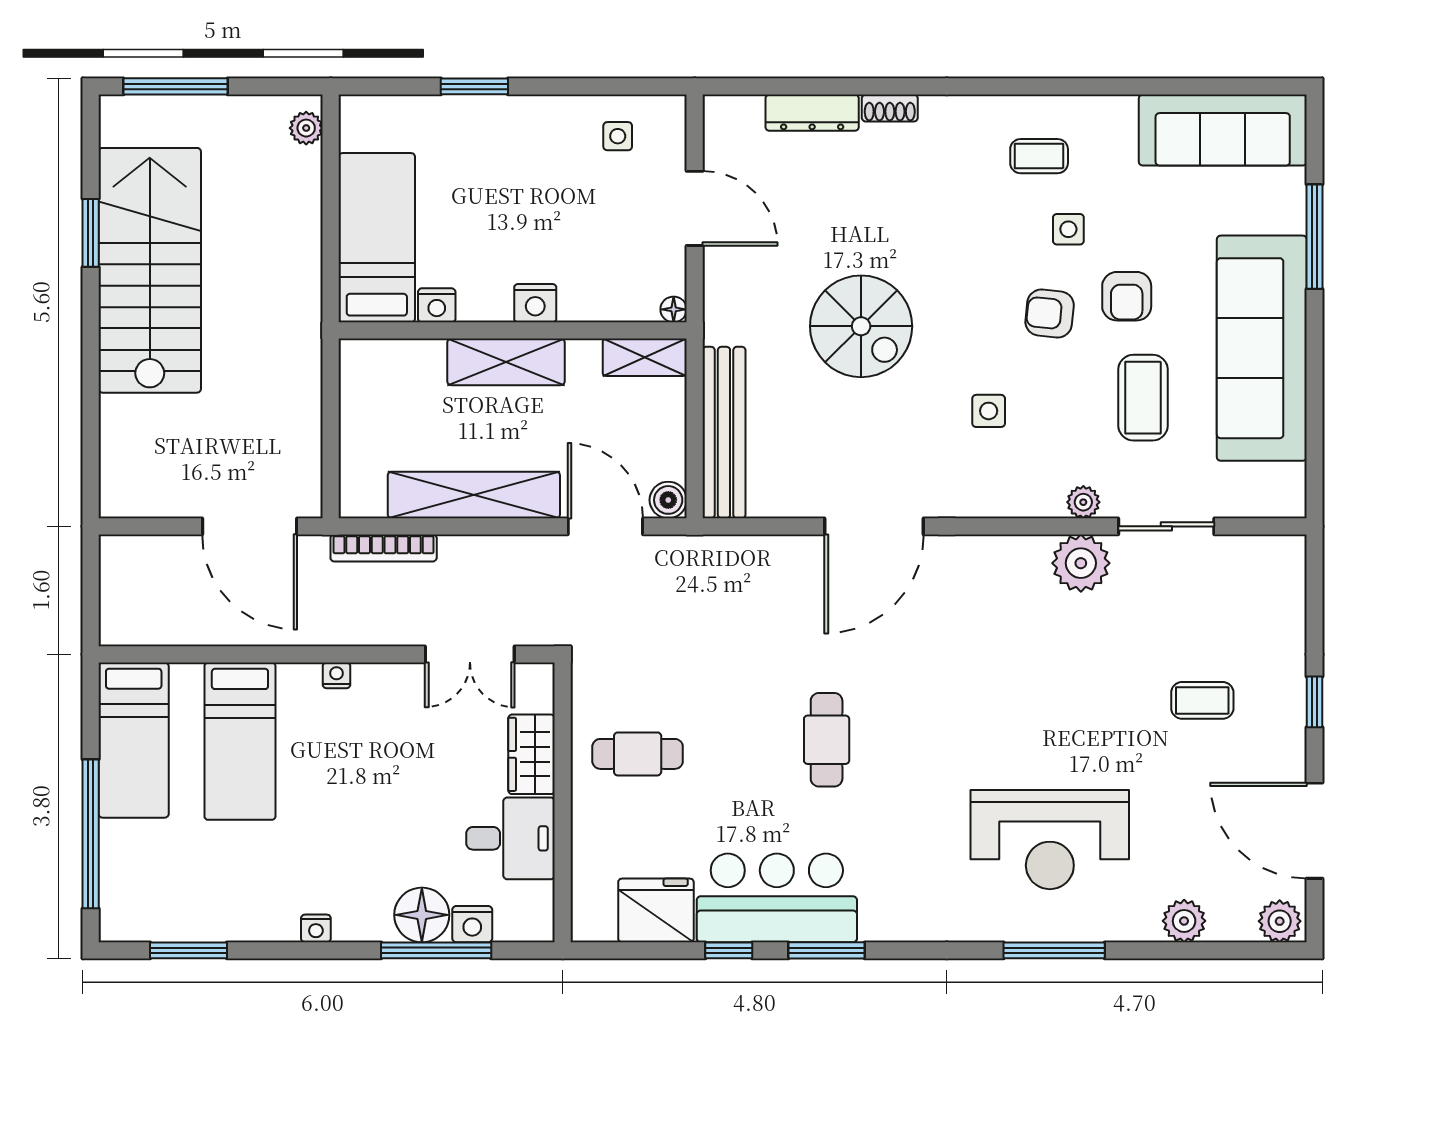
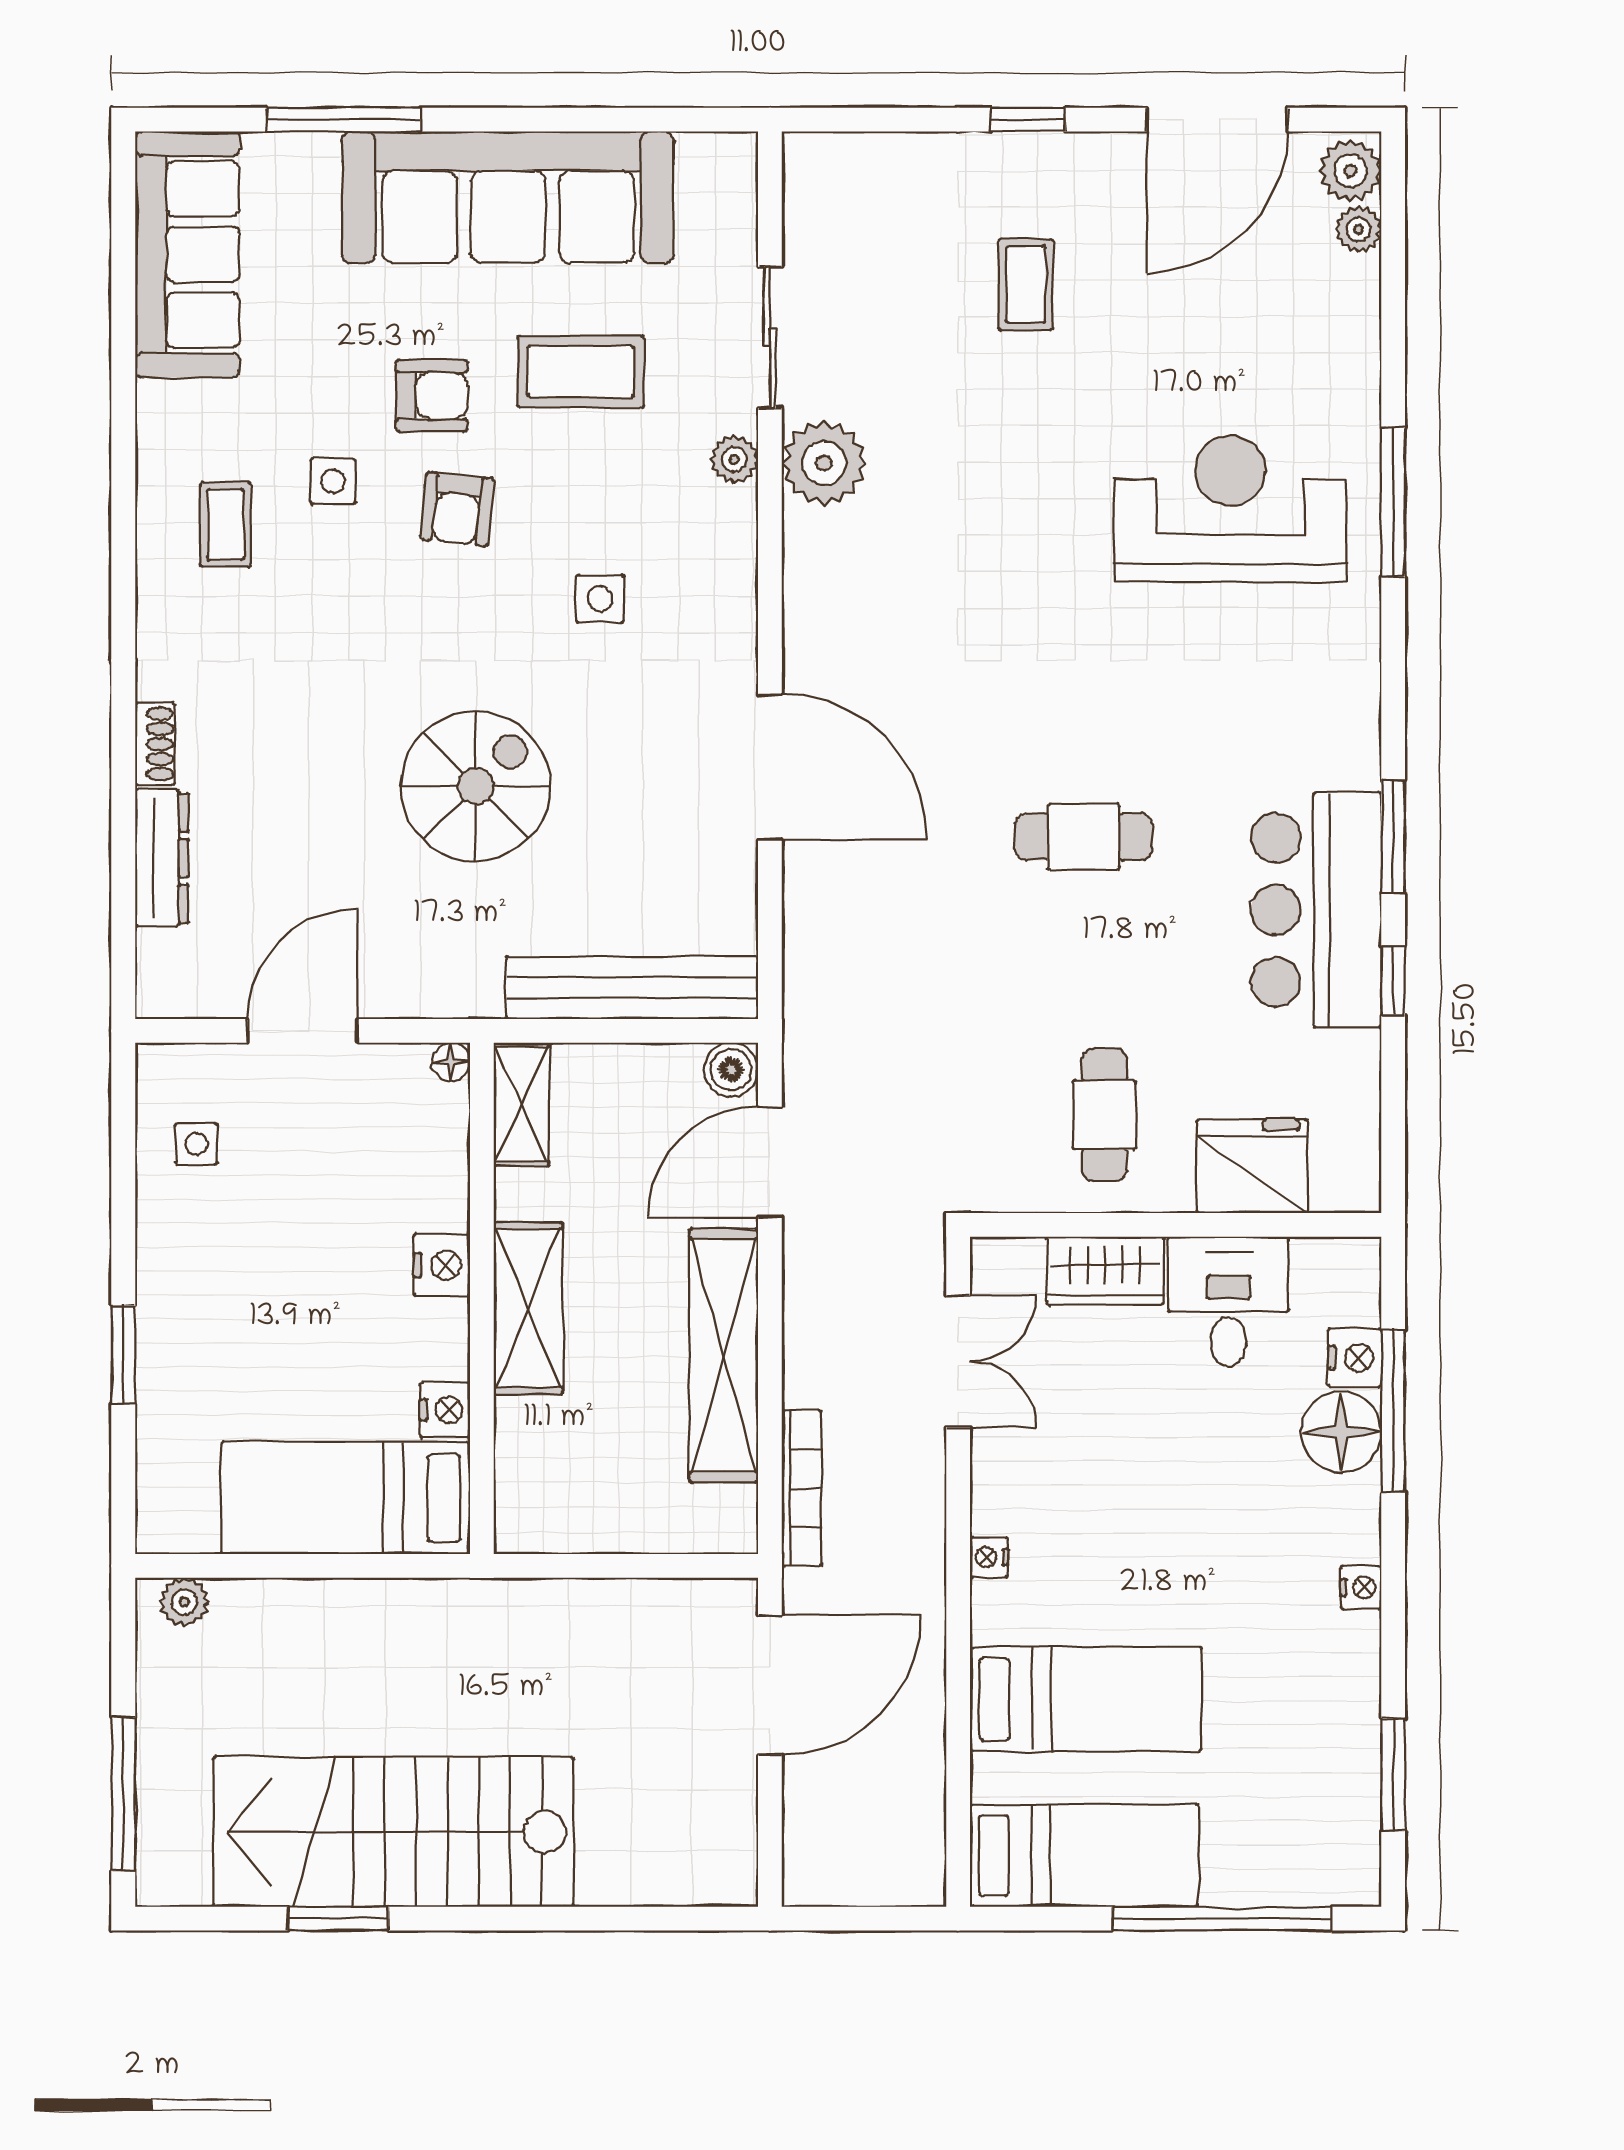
reception desk: (1050, 840) -> (1230, 509), turned -90
fridge: (656, 910) -> (1252, 1166), moved, turned 90
plant: (1184, 921) -> (1359, 229), moved, width x0.73, depth x0.73

